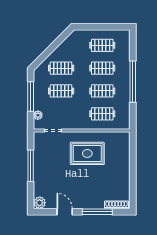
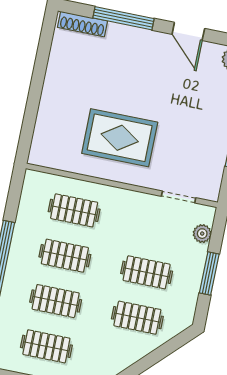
window: (31, 97) -> (209, 273), width x0.69

